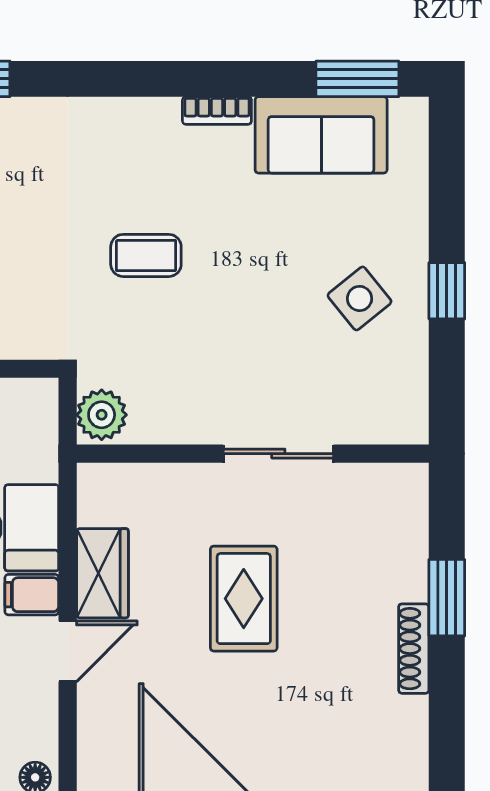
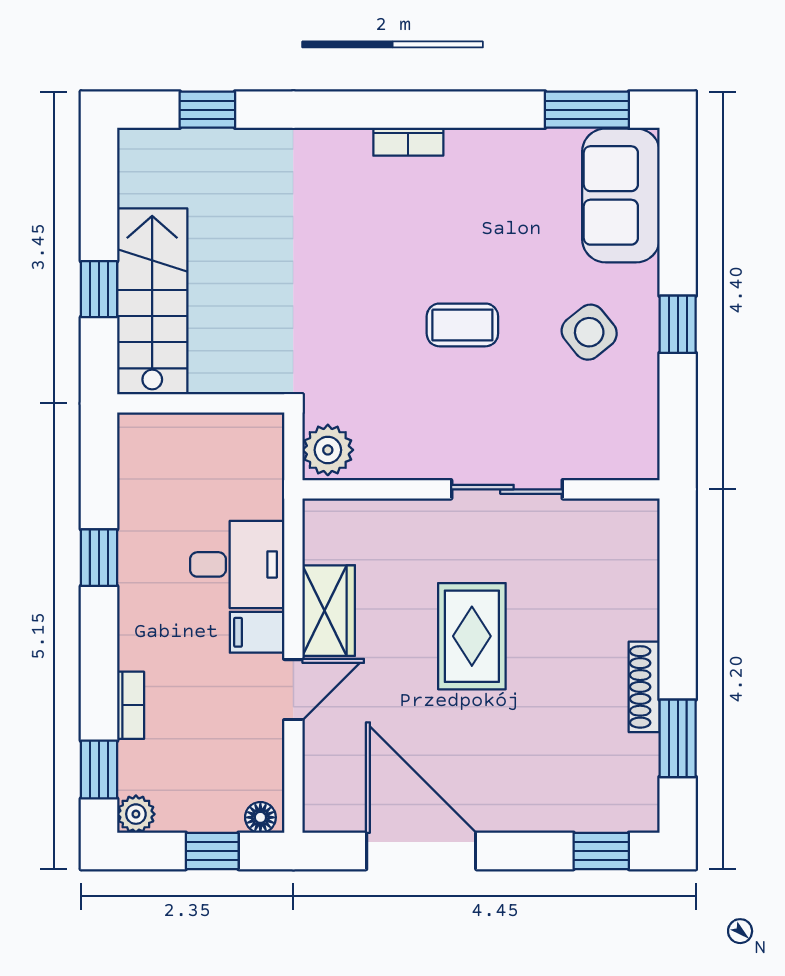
bookcase: (217, 110) -> (408, 142), moved
sofa: (321, 135) -> (621, 195), moved, turned 90
coffee table: (146, 255) -> (462, 325), moved
window: (447, 598) -> (678, 738), moved

